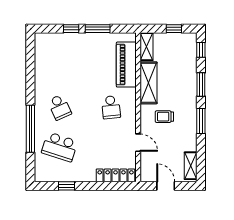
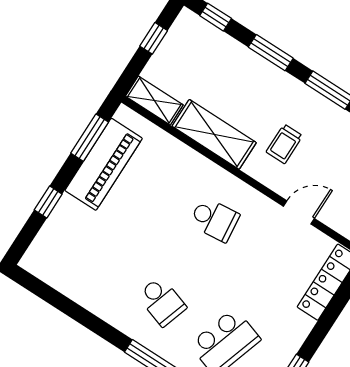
window: (98, 29) -> (90, 138), moved
piano: (126, 65) -> (104, 164), moved, turned -90
school desk: (60, 107) -> (162, 301), turned 42

